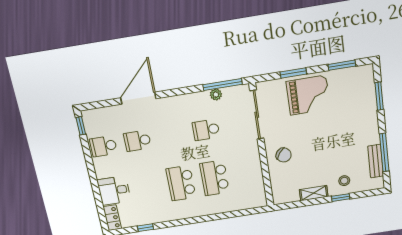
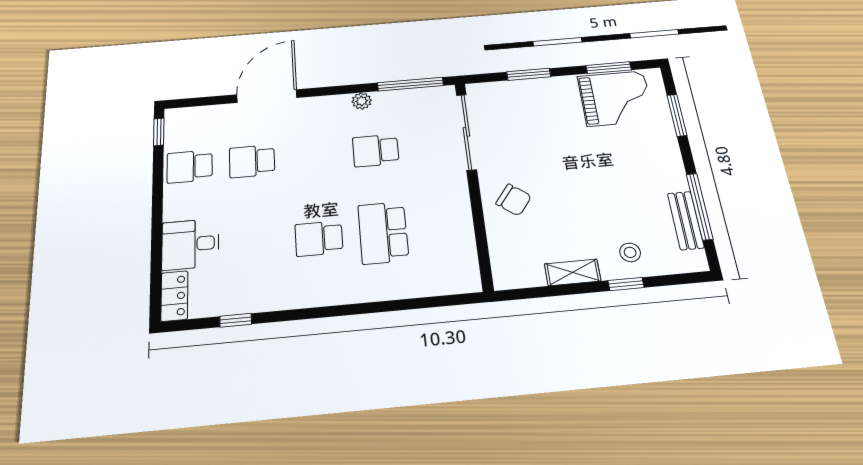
plant: (216, 95) -> (362, 101), moved
grand piano: (308, 95) -> (616, 98), moved
school desk: (181, 183) -> (319, 238), width x0.54

